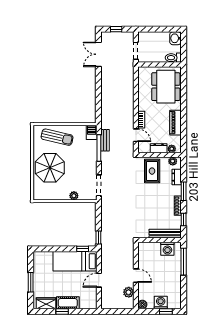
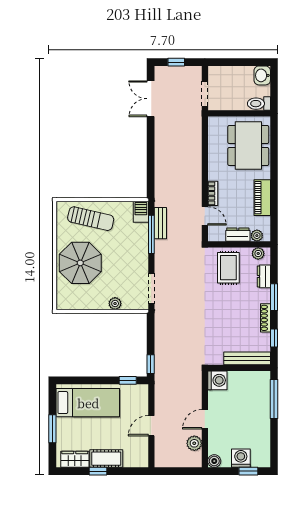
washing machine: (167, 249) -> (217, 380), moved, turned -90
bed: (75, 261) -> (88, 403), moved, turned 180
door: (136, 276) -> (205, 419), swing flipped

